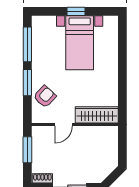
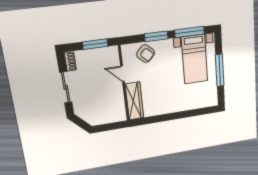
window: (76, 11) -> (220, 70), width x2.17
bed with nightstands: (80, 43) -> (195, 59), moved, turned -90

